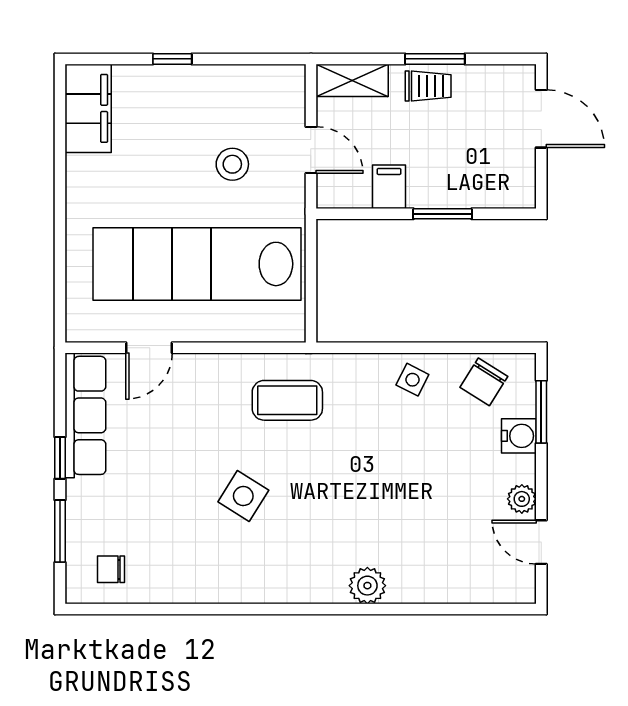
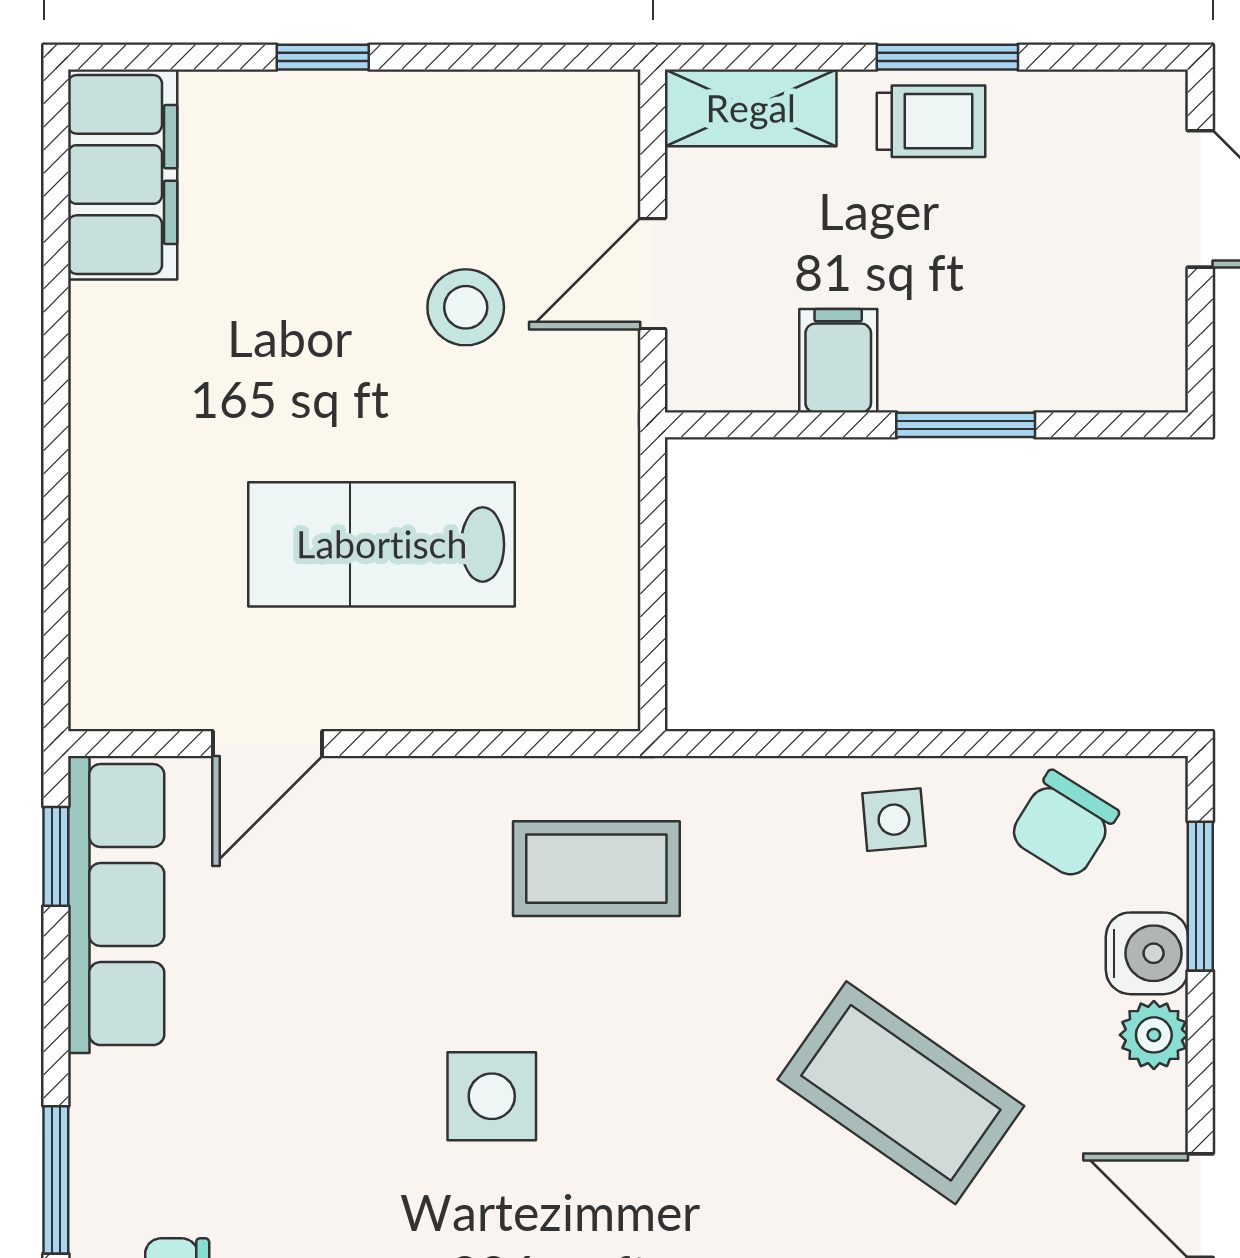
door: (311, 150) -> (653, 274), swing flipped
lab bench: (197, 264) -> (382, 544), width x0.54, depth x0.72
side table: (412, 380) -> (894, 820), turned -32
window: (60, 458) -> (56, 856), moved
coffee table: (415, 495) -> (901, 1093), added
side table: (243, 496) -> (492, 1096), turned -32
plant: (522, 499) -> (1154, 1035), moved

